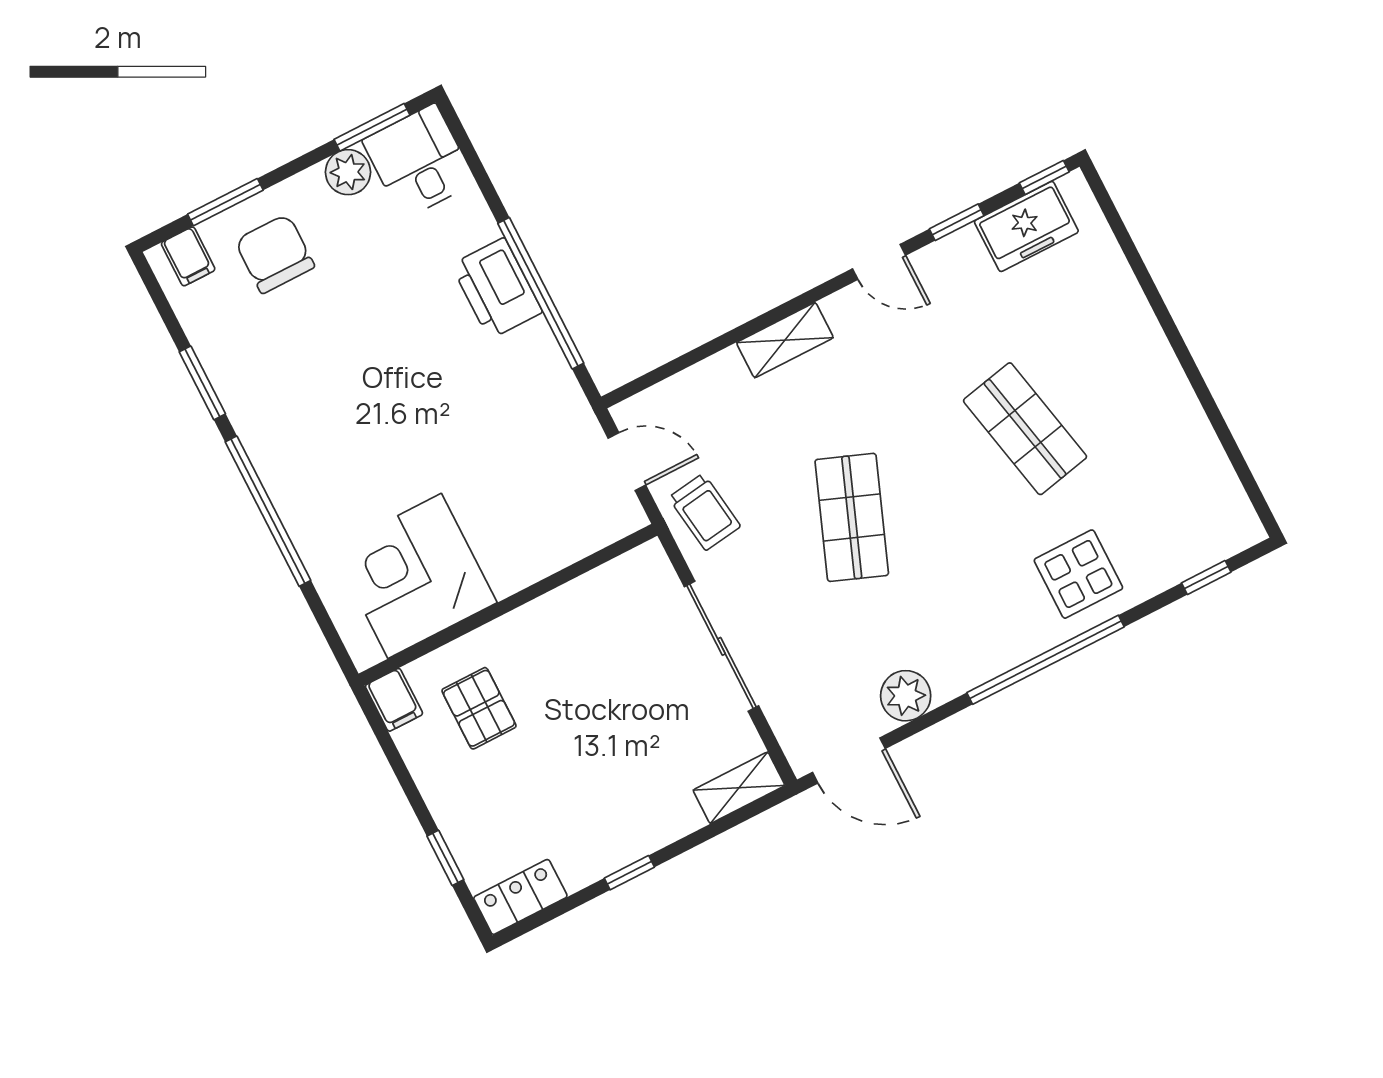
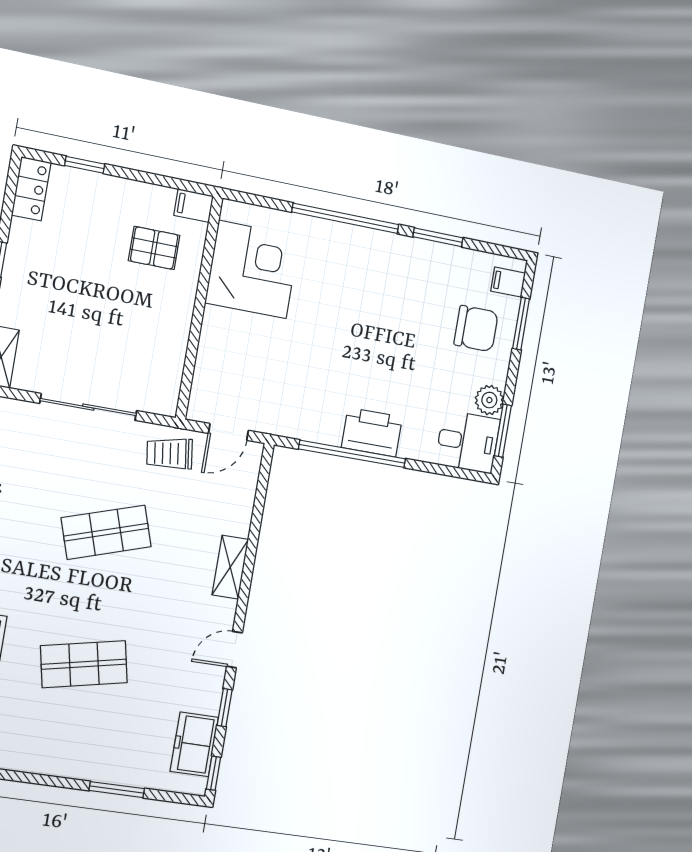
window: (1145, 280) -> (117, 790), added
shop shelf: (852, 517) -> (106, 532), turned -39

